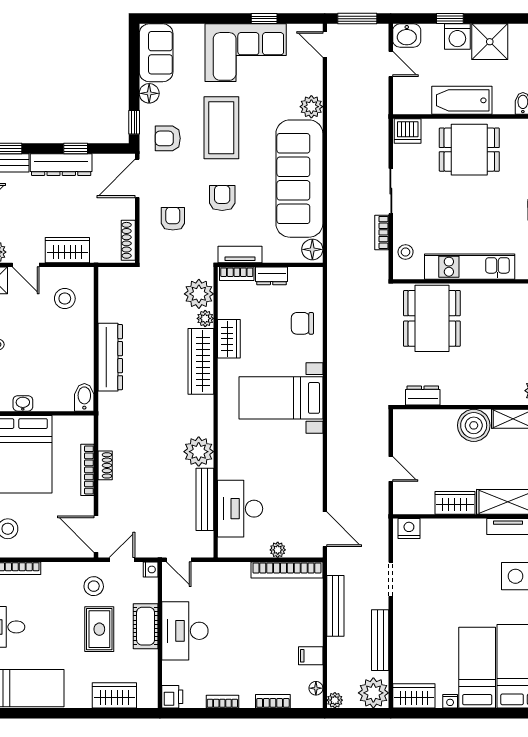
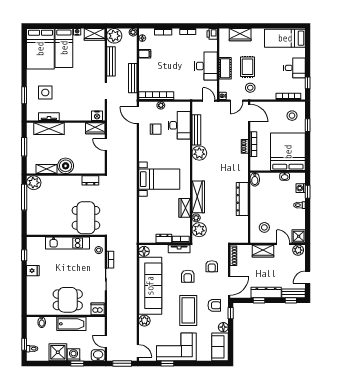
chair: (302, 323) -> (156, 129), moved
wardrobe: (455, 503) -> (95, 128), moved

